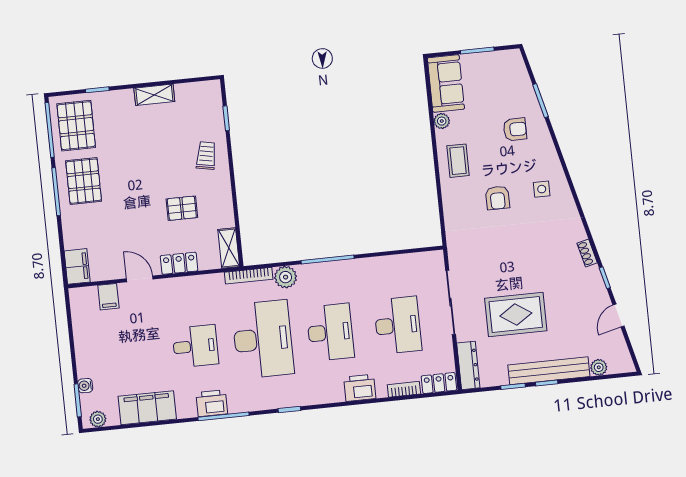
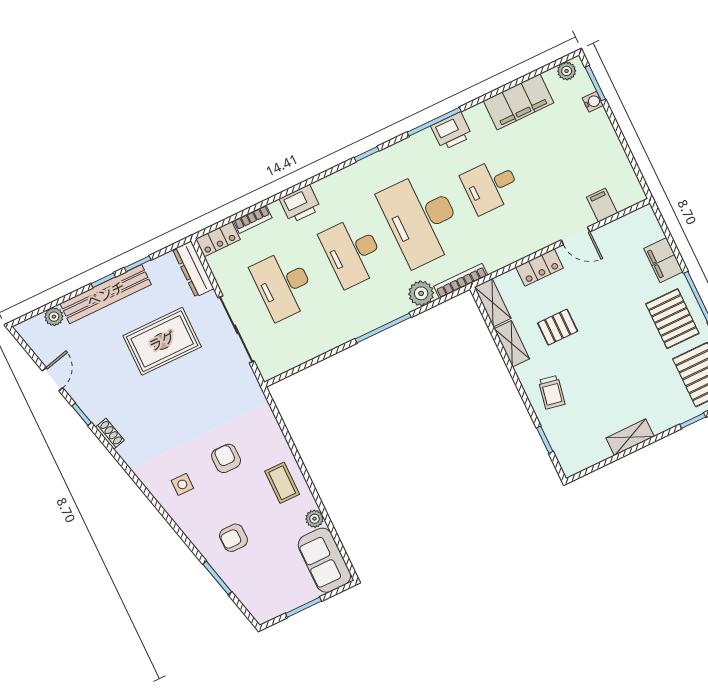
shelving: (225, 208) -> (512, 344), added
filing cabinet: (77, 266) -> (663, 260), moved

